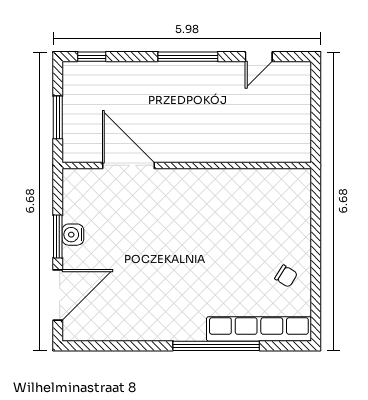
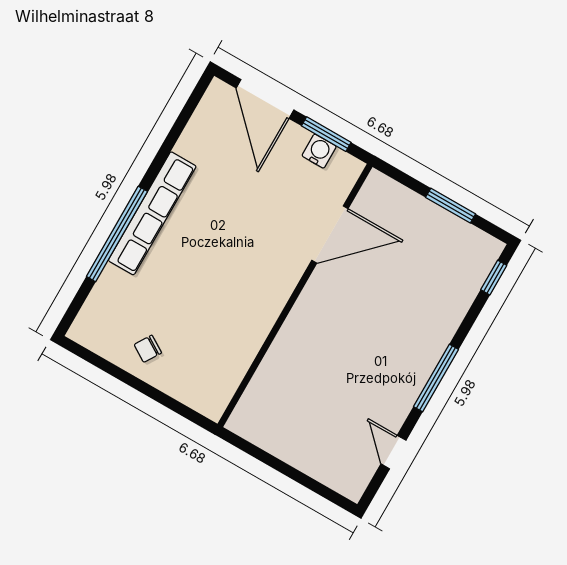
door: (128, 165) -> (330, 235), moved
wall: (187, 165) -> (295, 295), moved
row of seats: (259, 329) -> (152, 213), moved

